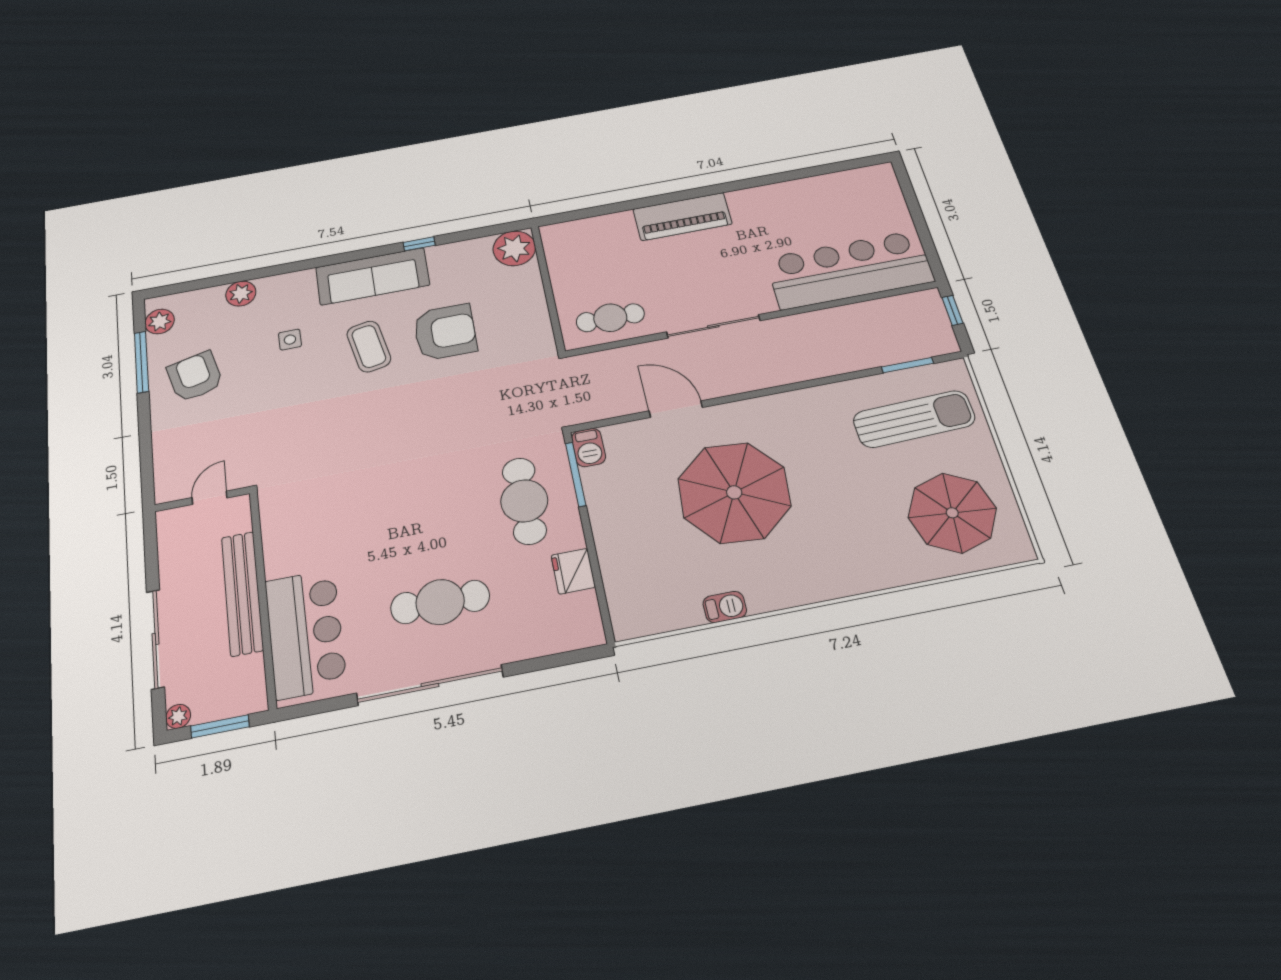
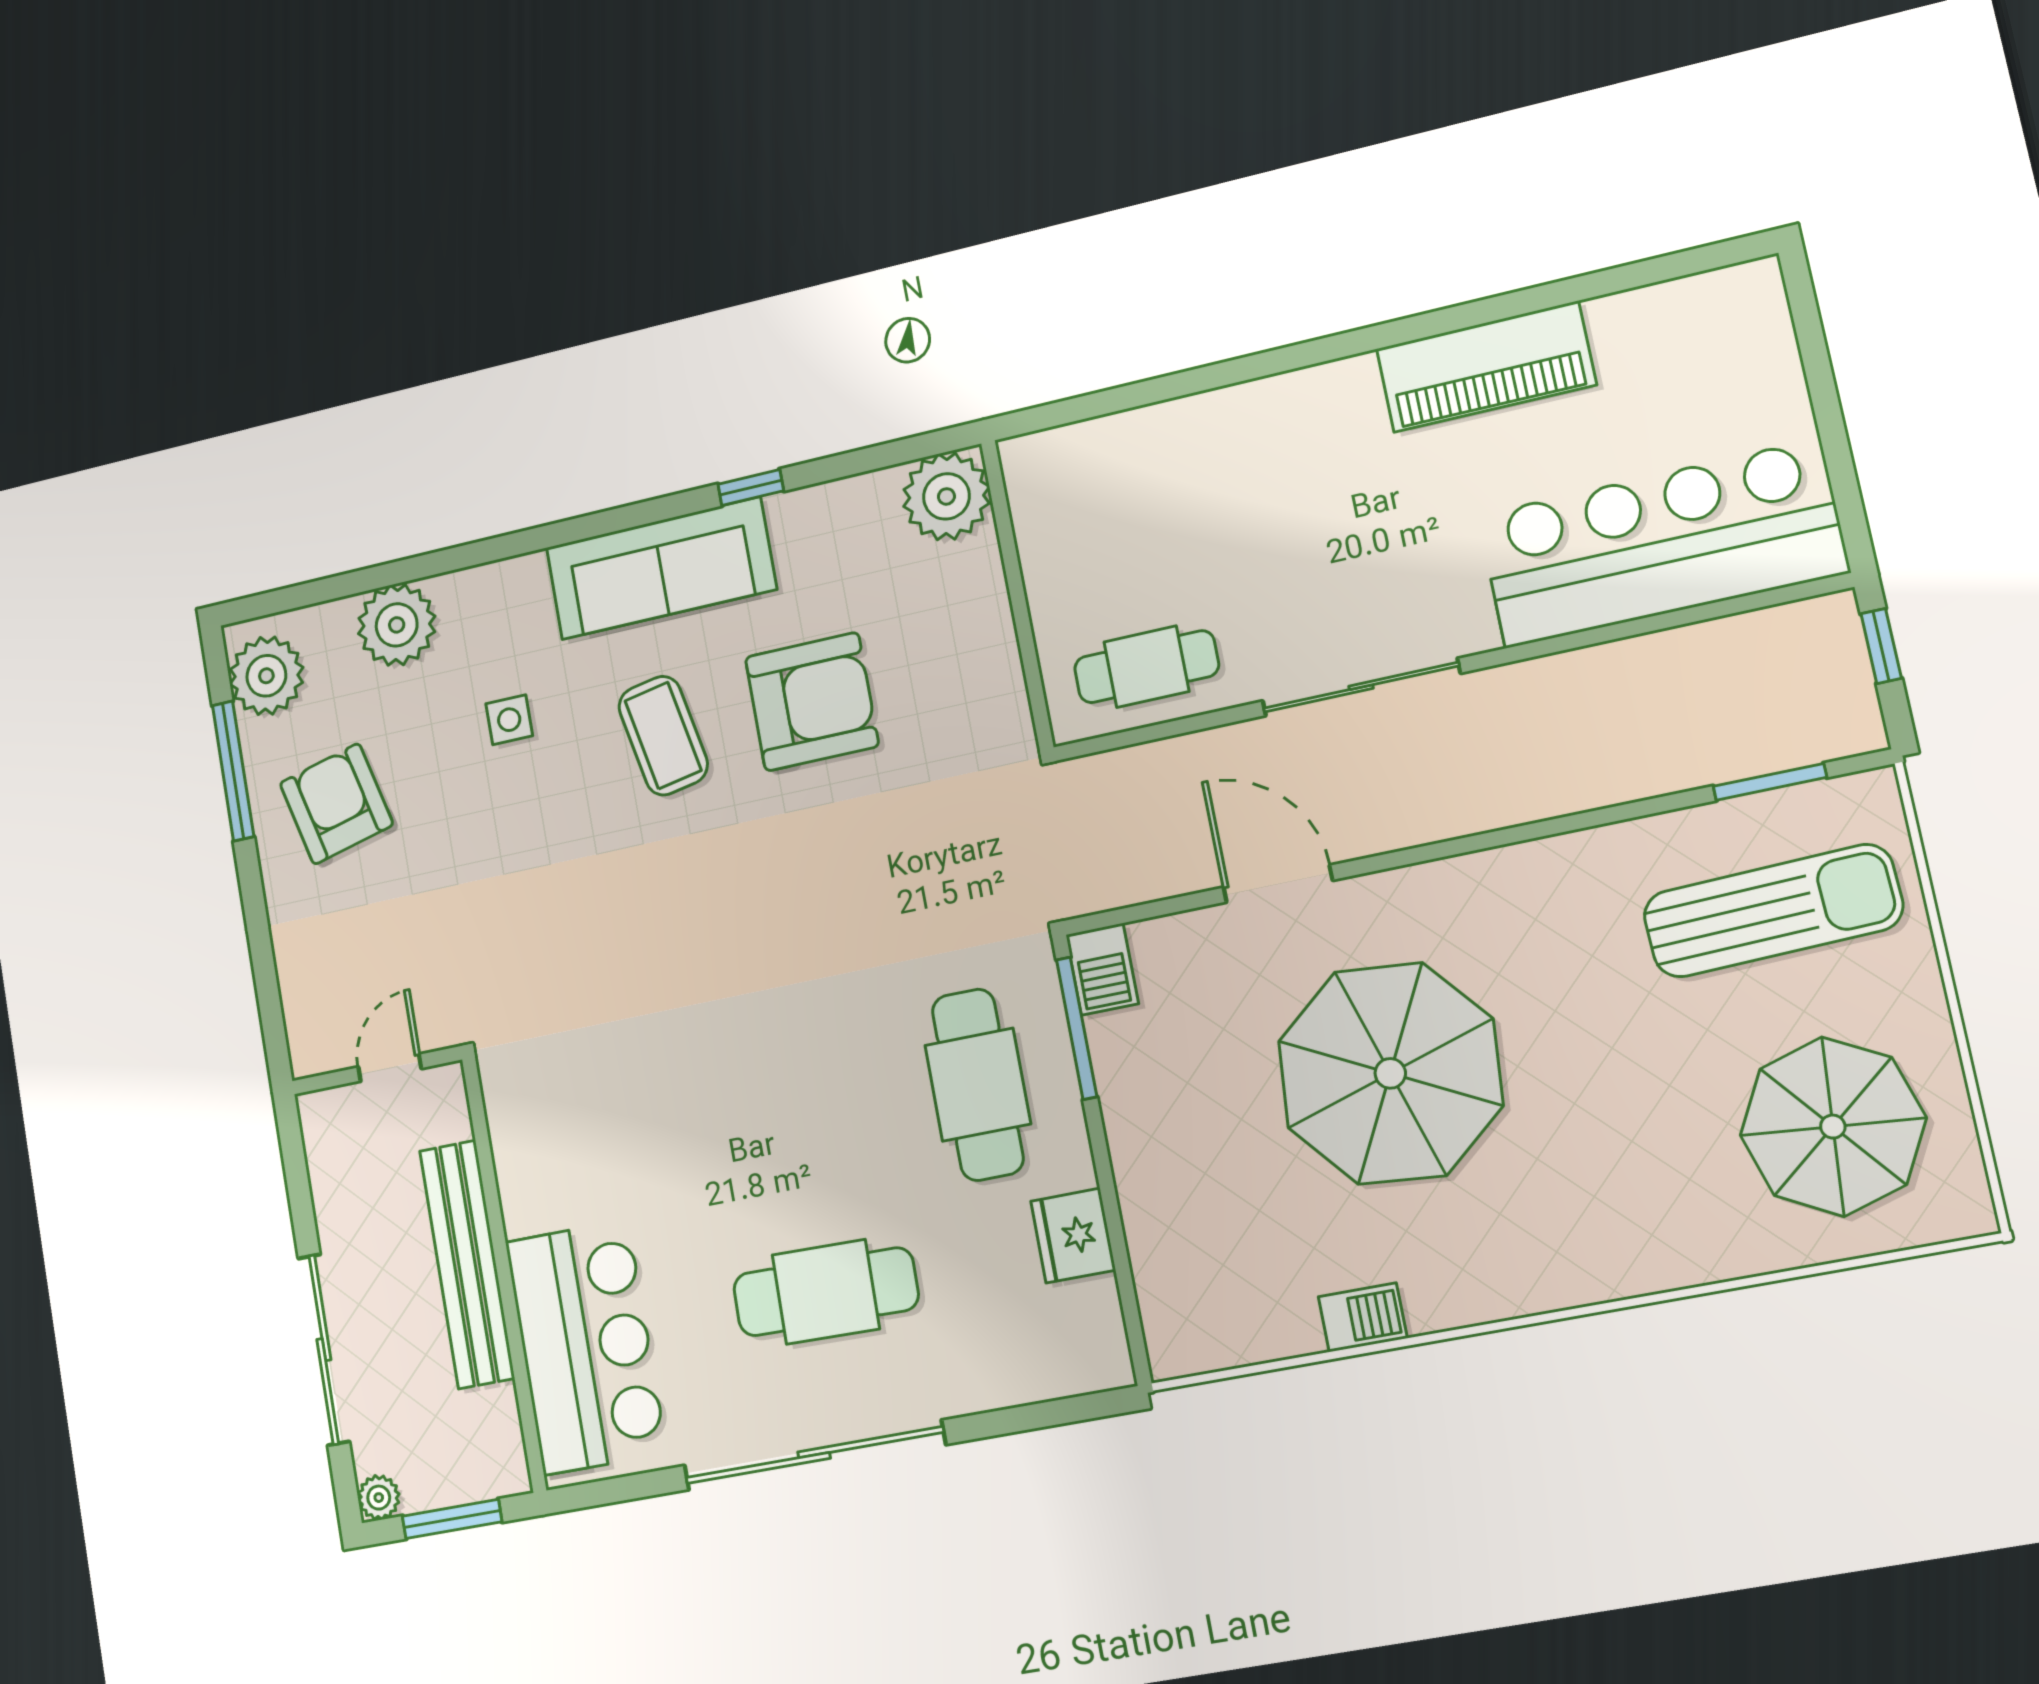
piano: (682, 216) -> (1486, 367), moved
plant: (241, 294) -> (397, 625), width x1.36, depth x1.36
plant: (160, 322) -> (266, 676), width x1.36, depth x1.36

